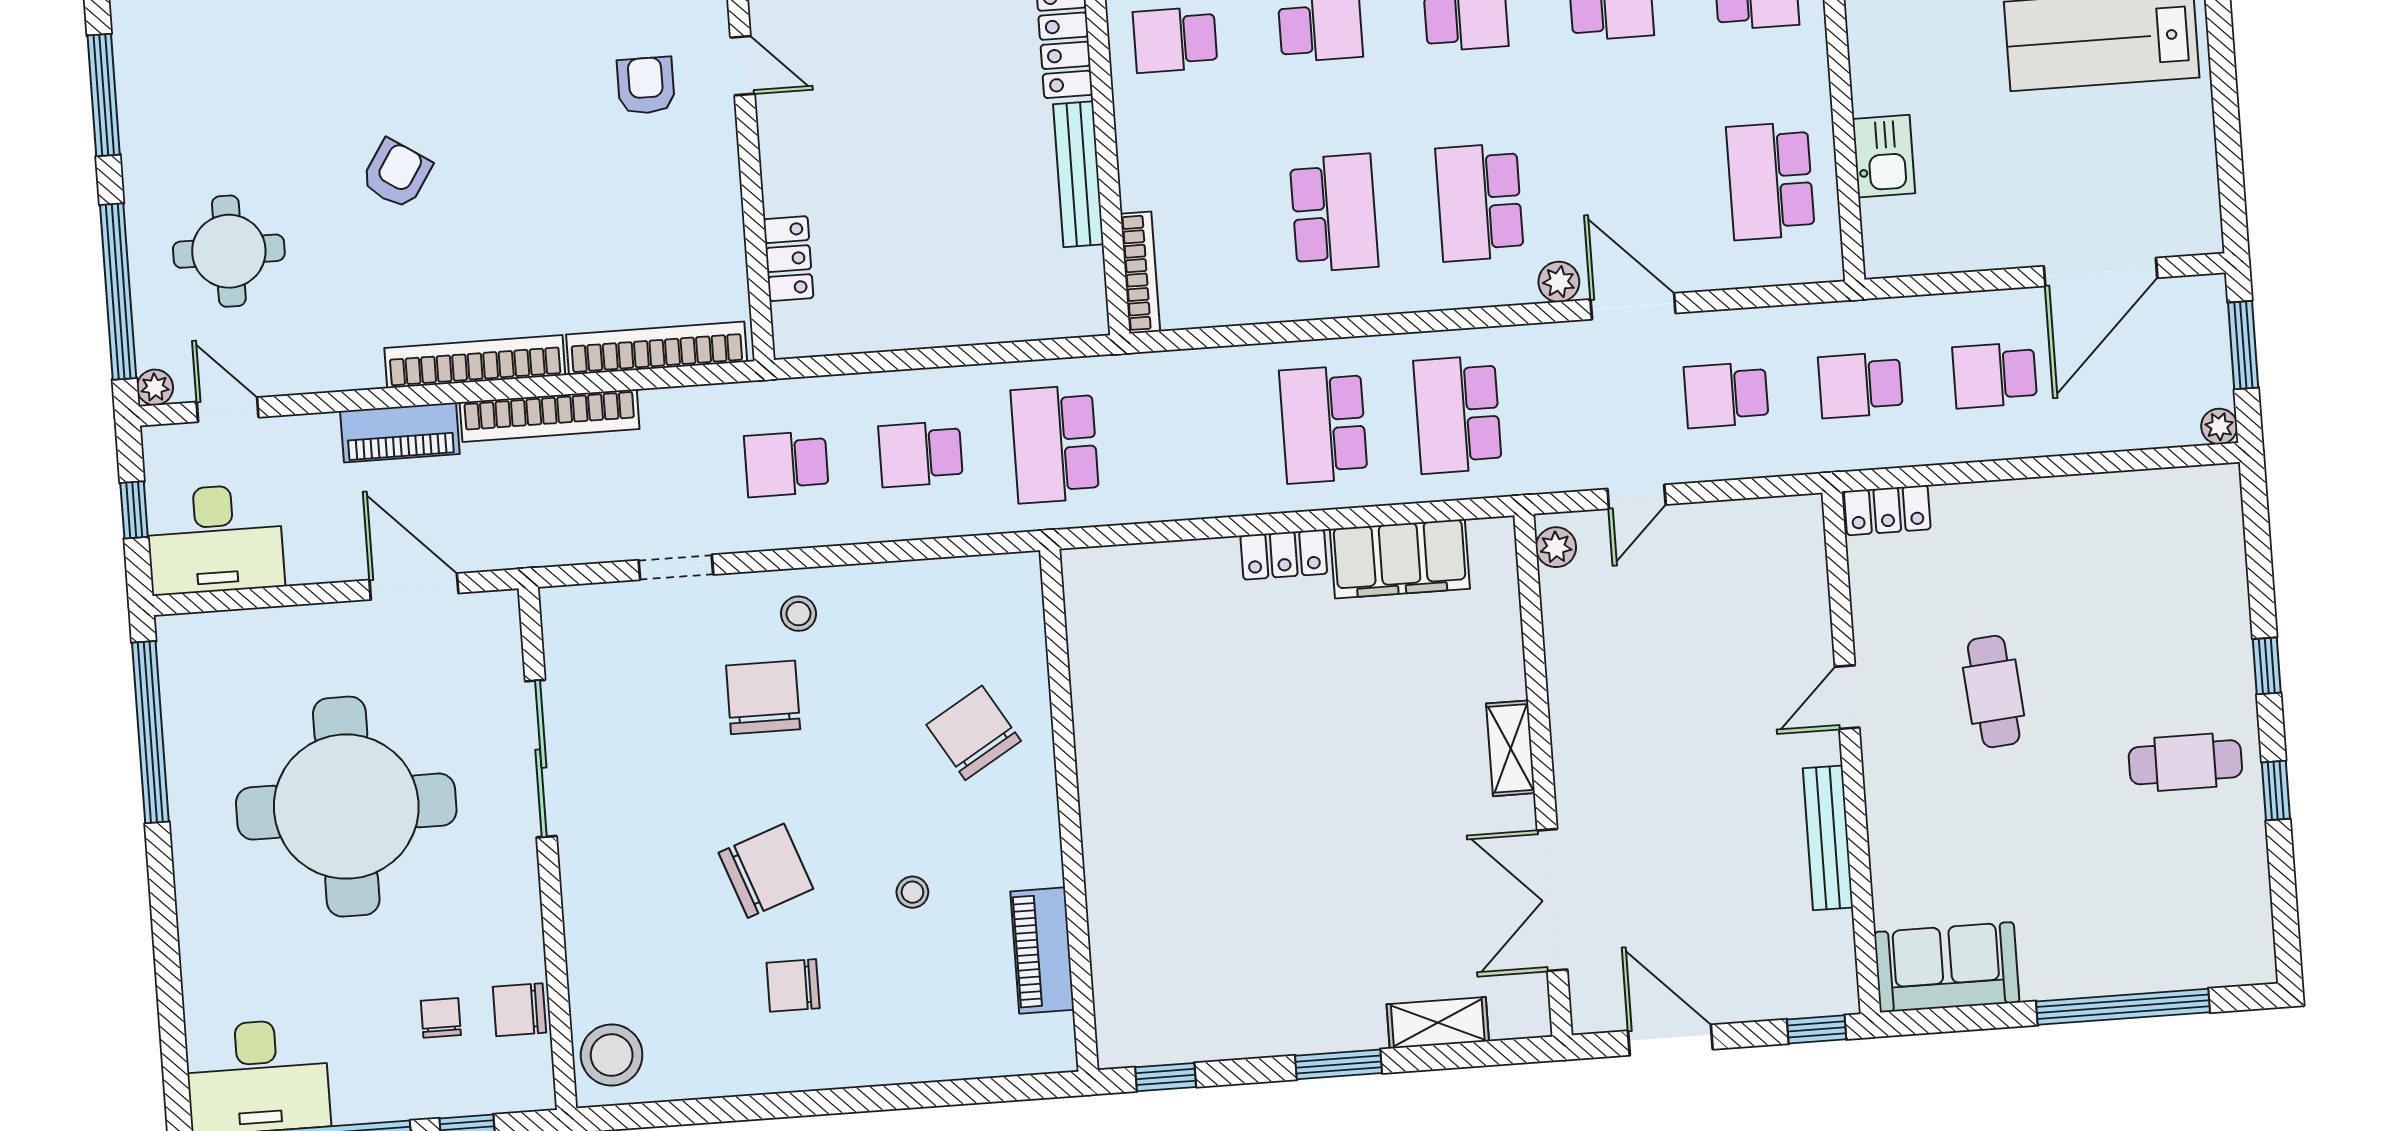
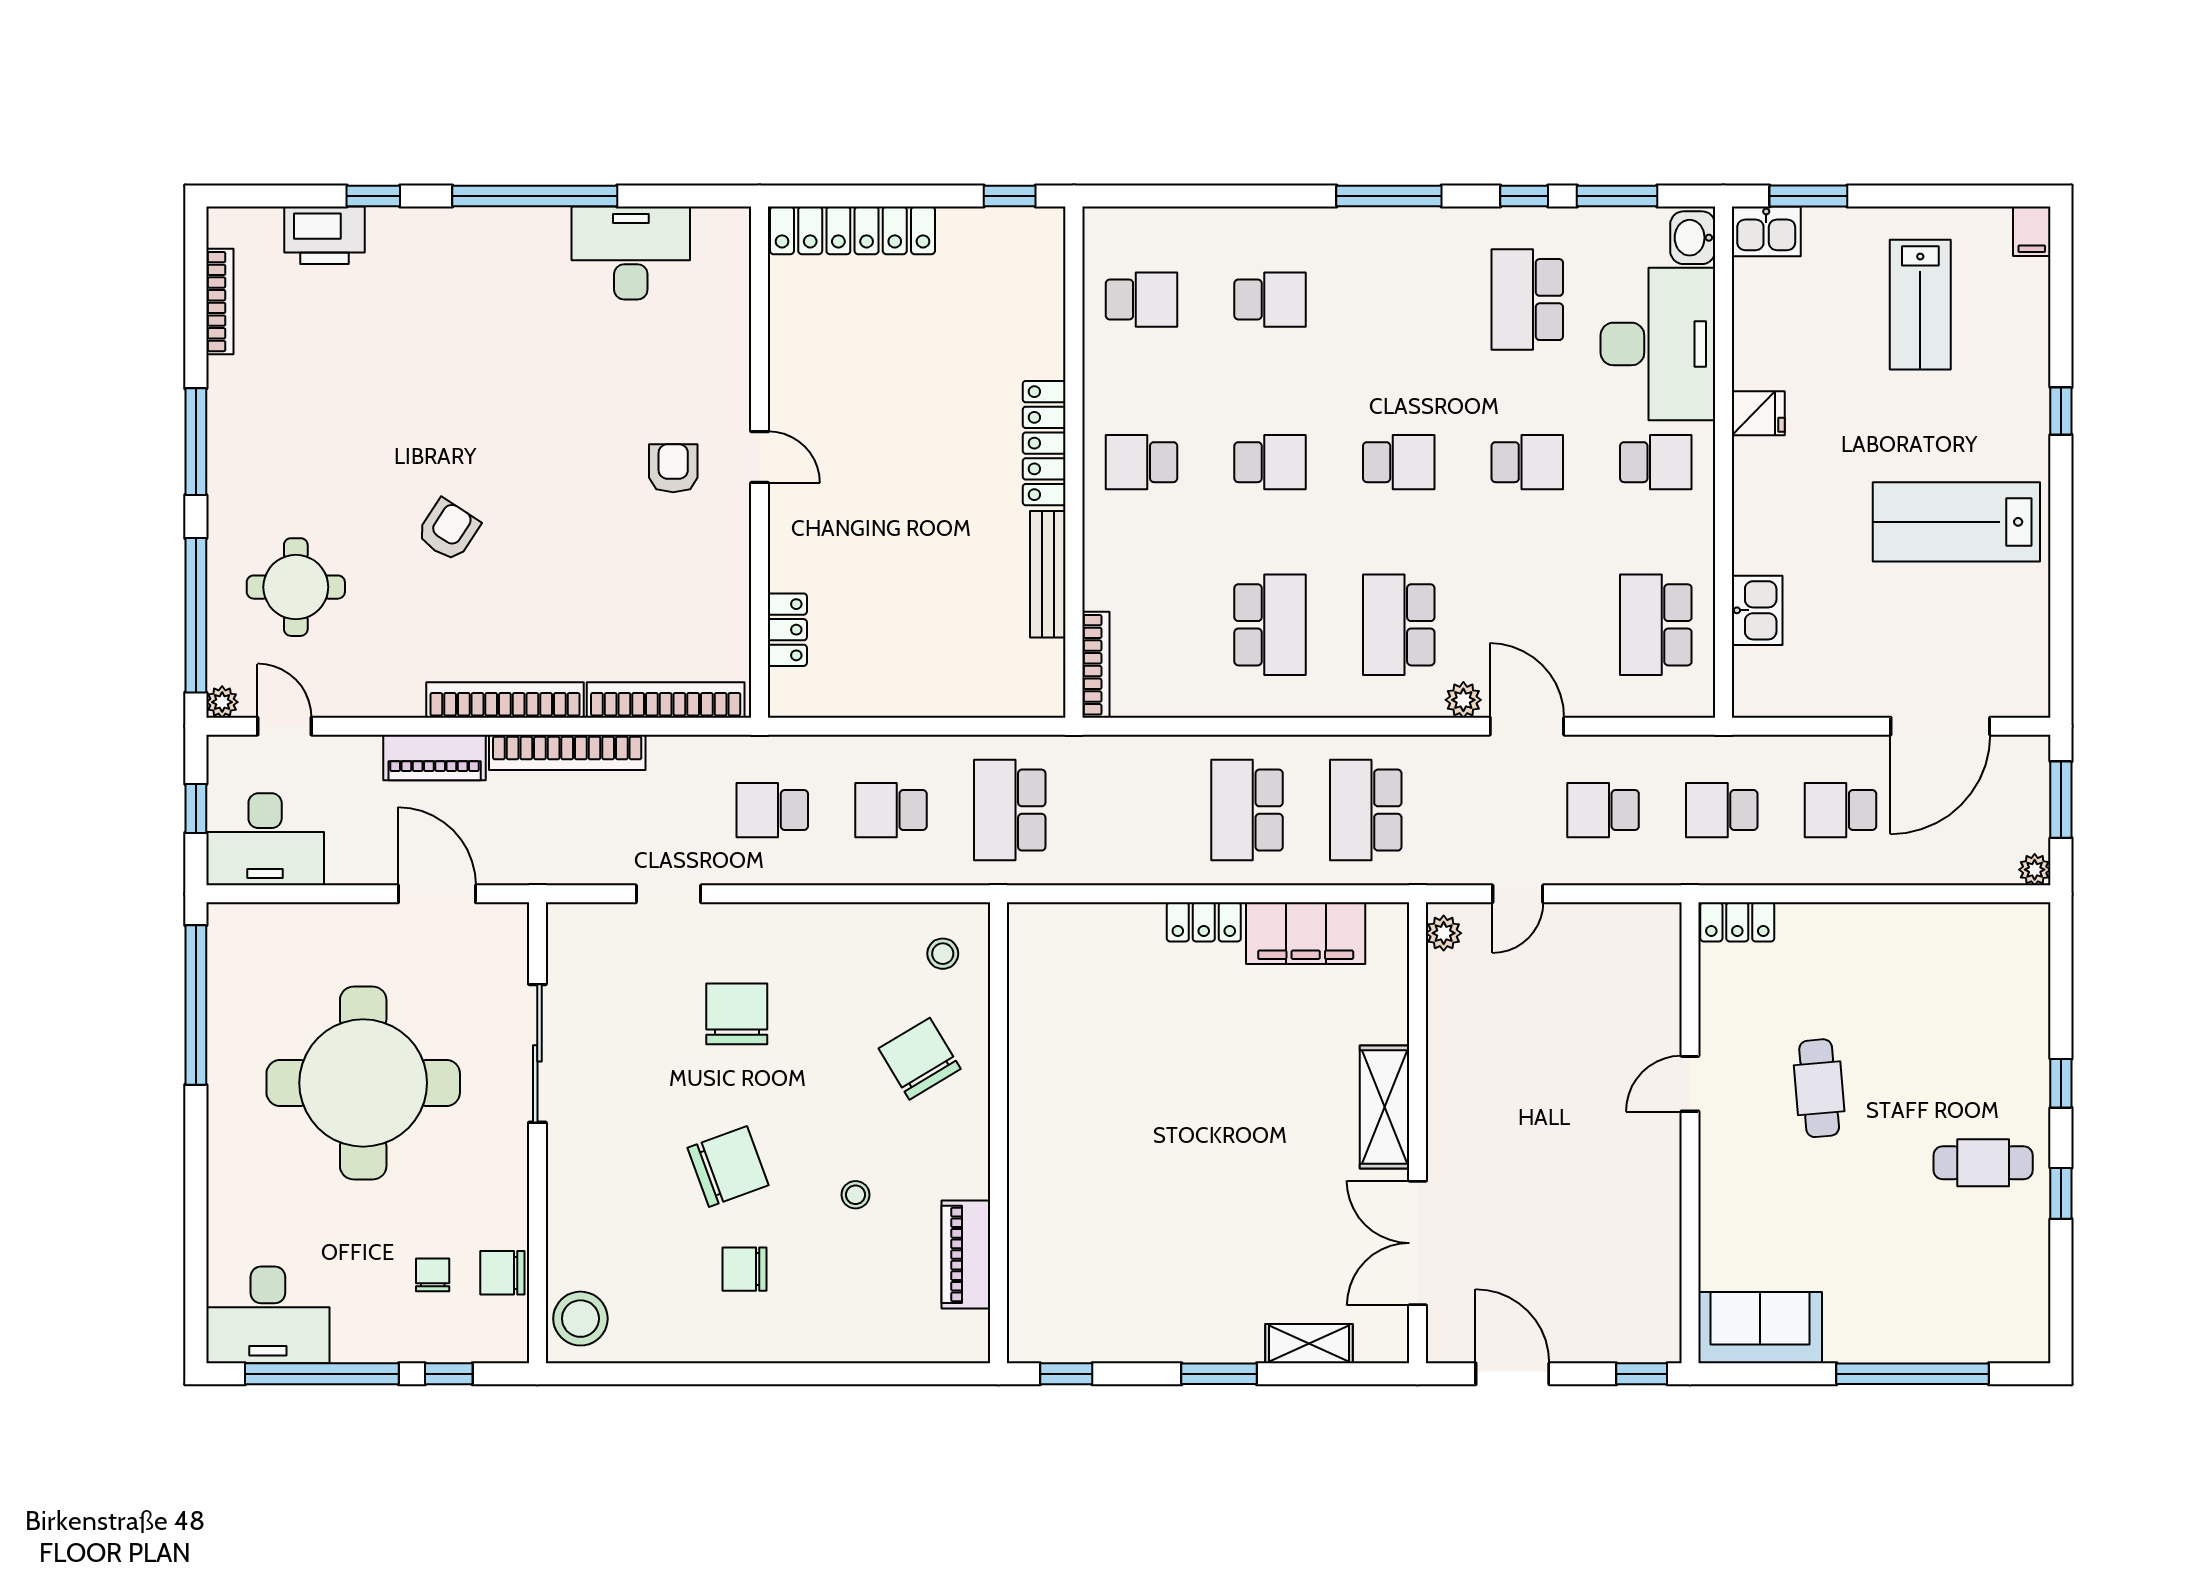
stool: (799, 614) -> (943, 954), moved
shelving: (1511, 748) -> (1385, 1107), width x1.50, depth x1.33
bench: (1828, 838) -> (1664, 1206), removed

